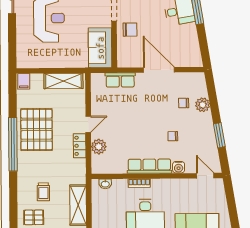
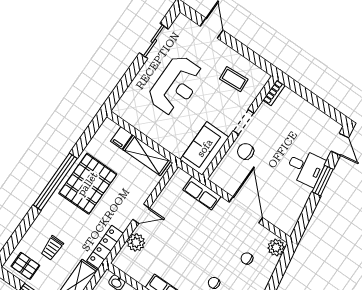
chair: (130, 30) -> (246, 151), turned 180
filing cabinet: (24, 81) -> (121, 138), moved
plant: (203, 105) -> (276, 247), moved
locker: (80, 146) -> (105, 247), moved, width x1.53

